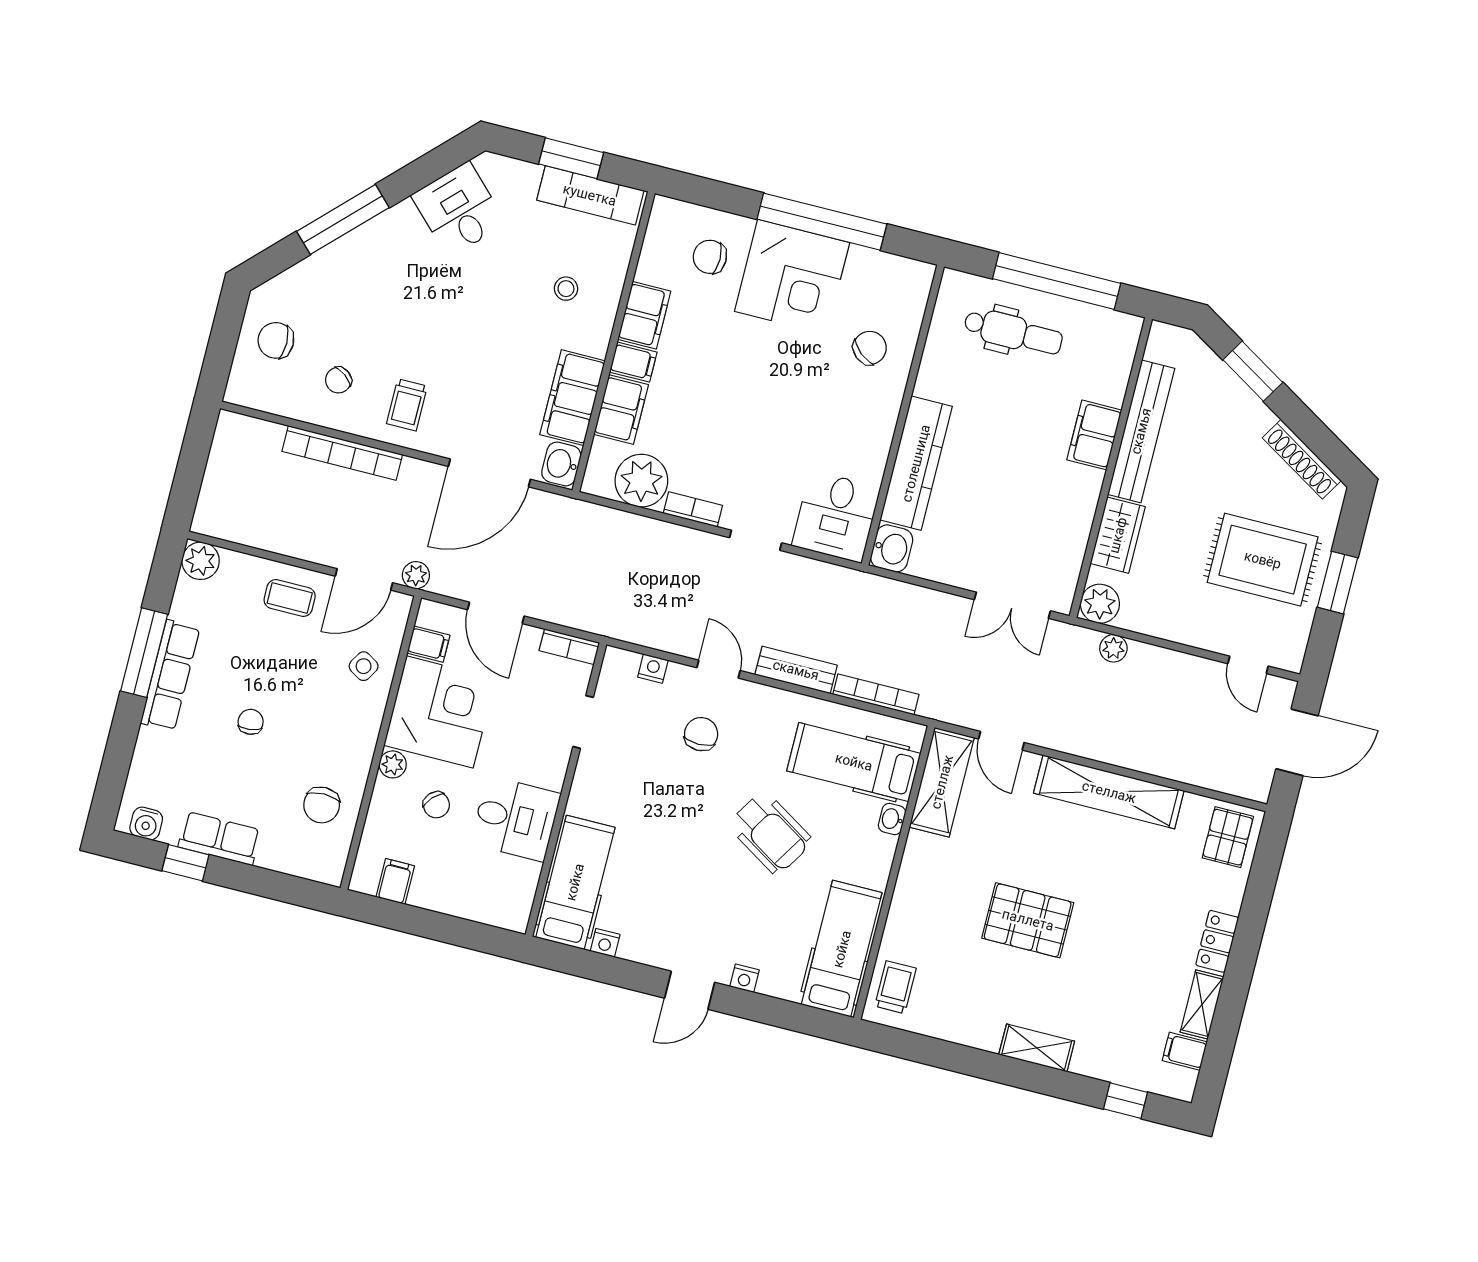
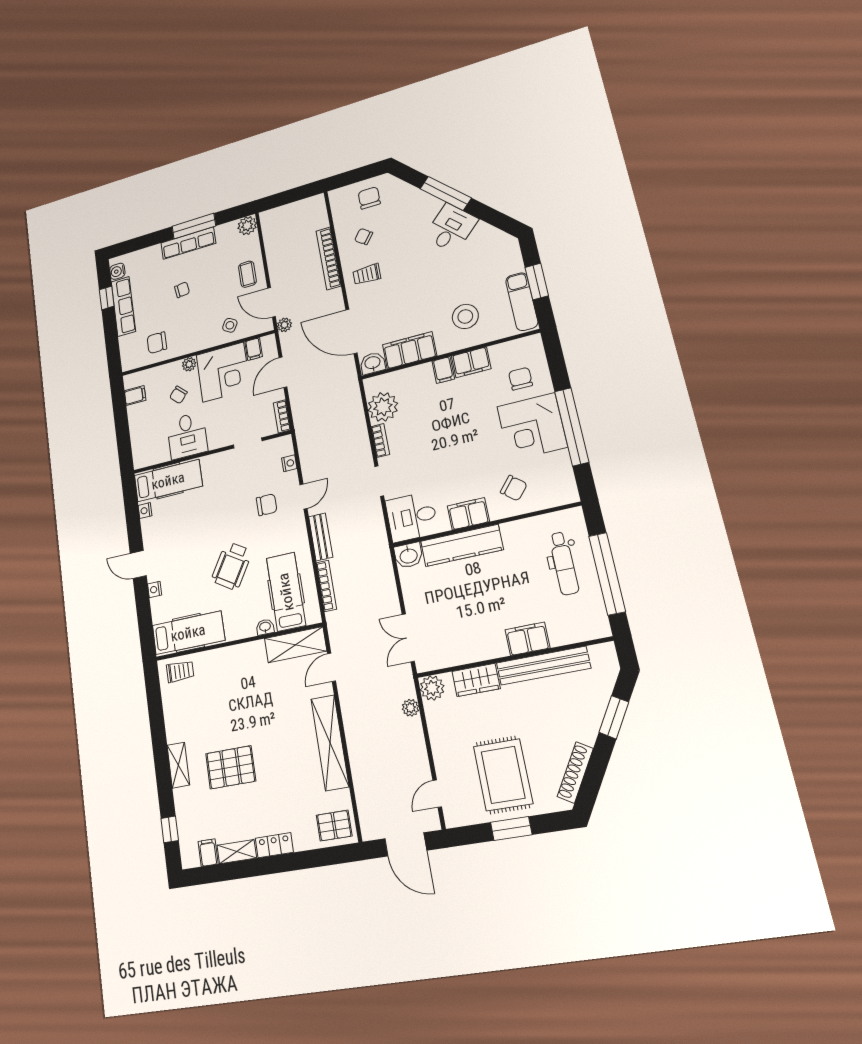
desk: (459, 209) -> (451, 228), moved
stool: (566, 289) -> (465, 316), width x1.89, depth x1.89
filing cabinet: (621, 410) -> (468, 514), moved, turned 180
row of seats: (220, 838) -> (123, 306), width x1.48
pallet: (1028, 920) -> (231, 767), moved, turned 90

